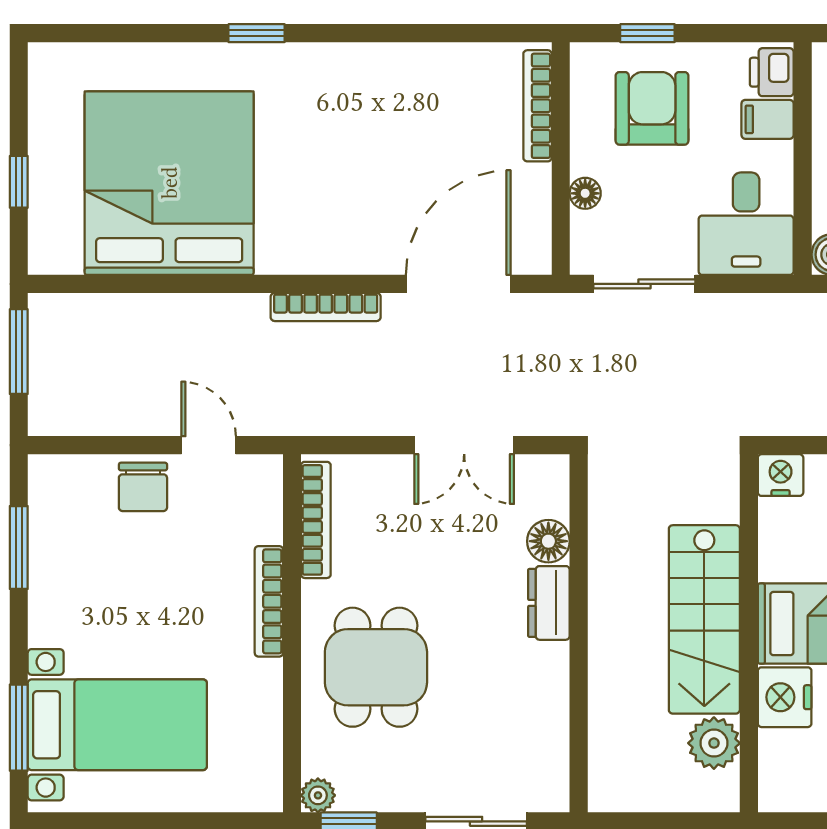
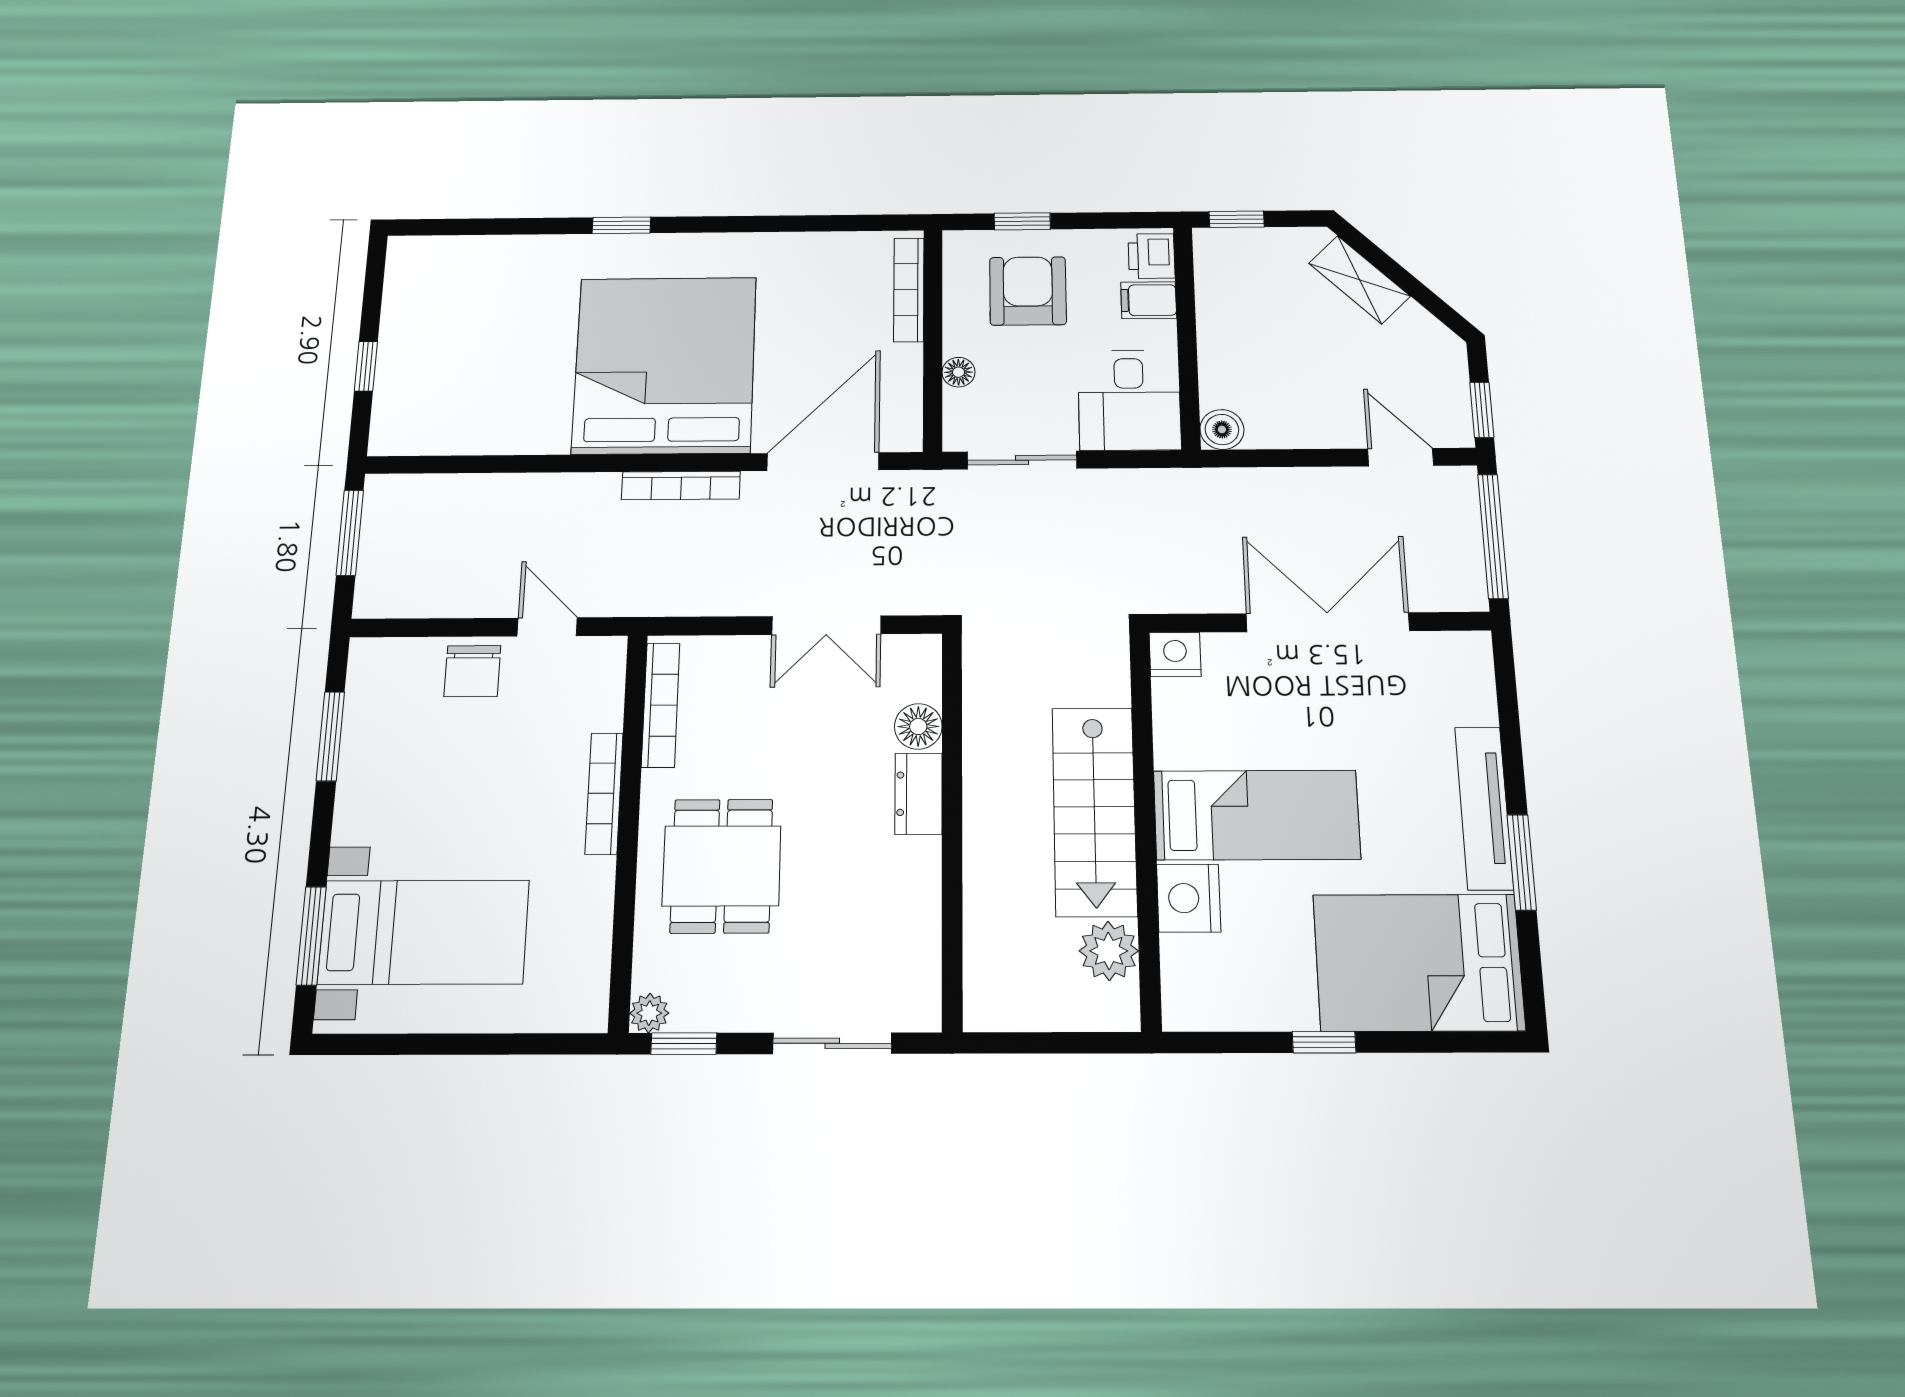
bed: (169, 183) -> (665, 365), moved

